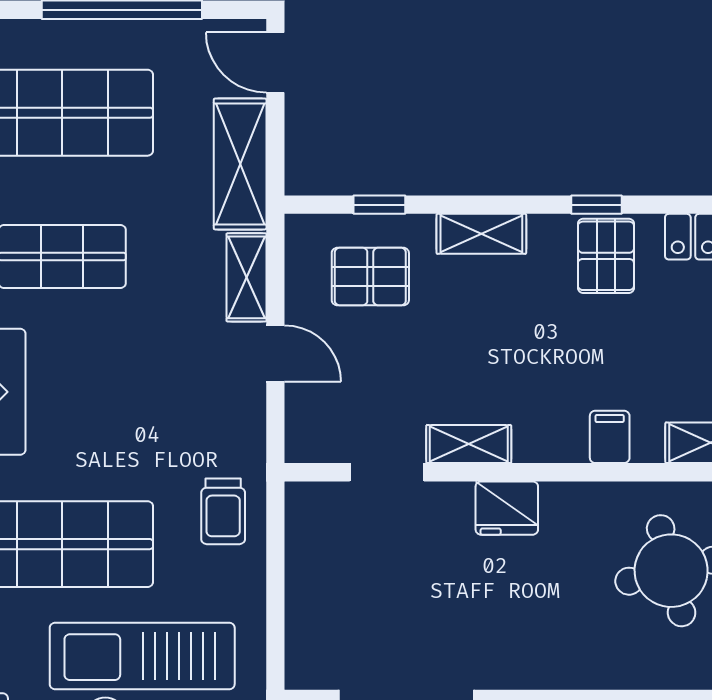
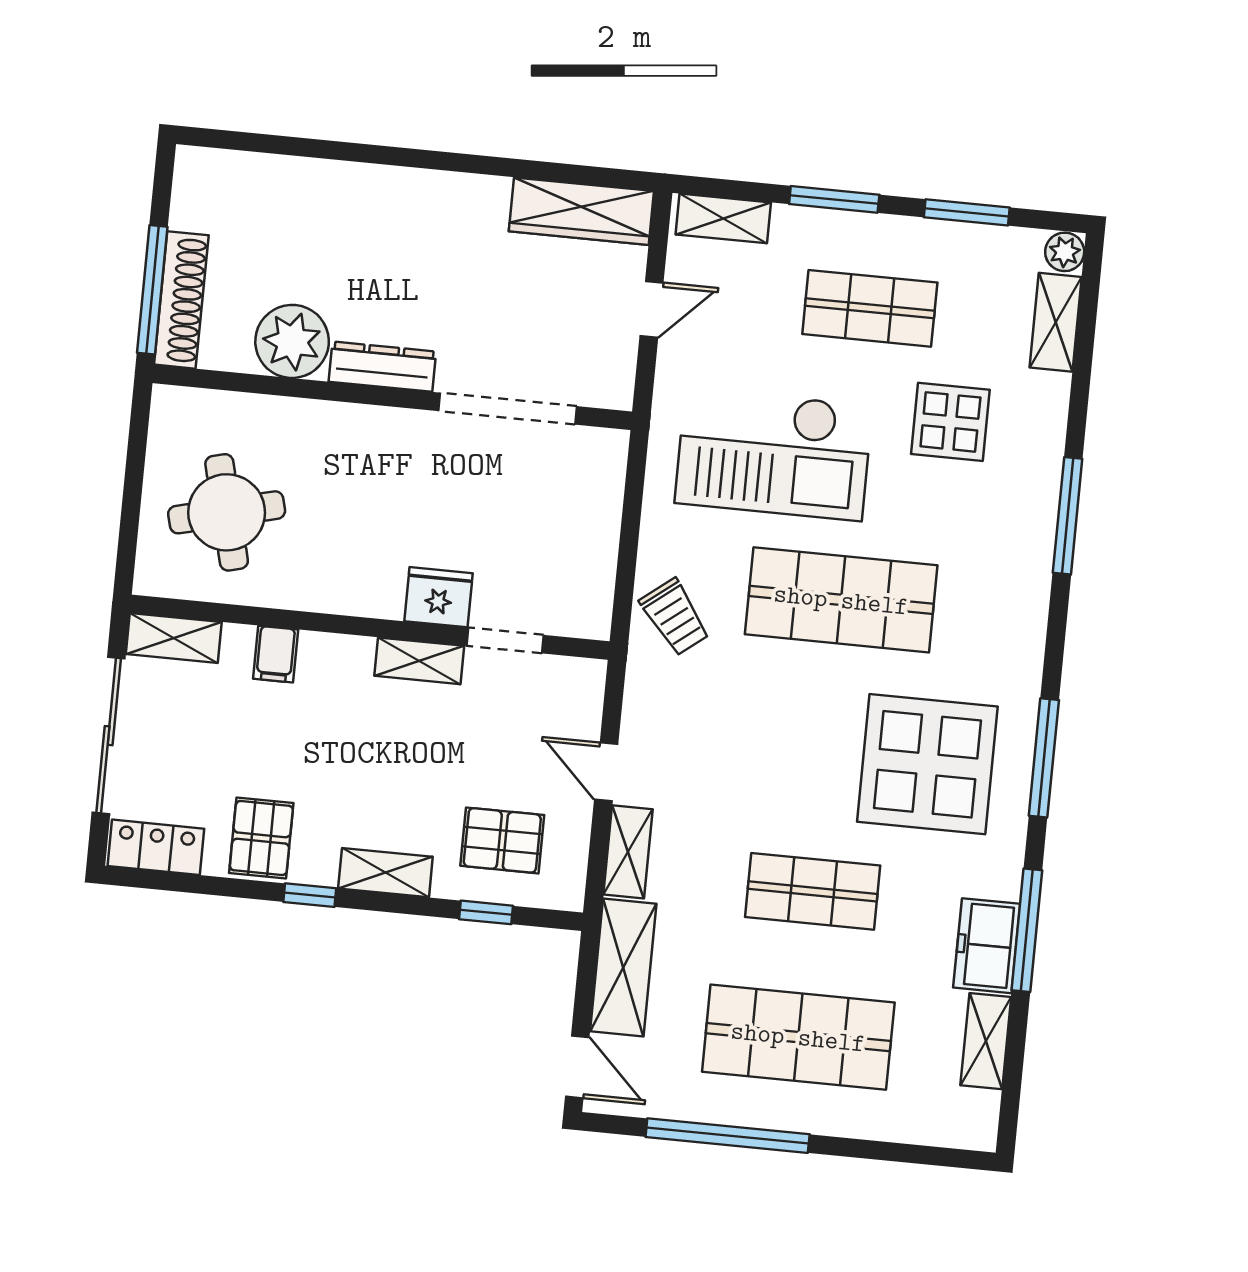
window: (596, 205) -> (310, 895), moved
fridge: (507, 508) -> (438, 597), moved
trolley: (223, 511) -> (675, 617), turned 142

